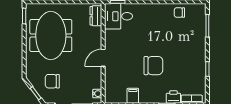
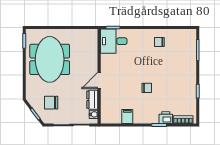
chair: (179, 13) -> (159, 42), moved
dresser: (96, 16) -> (92, 100), moved
chair: (153, 66) -> (147, 88), width x0.54, depth x0.54

